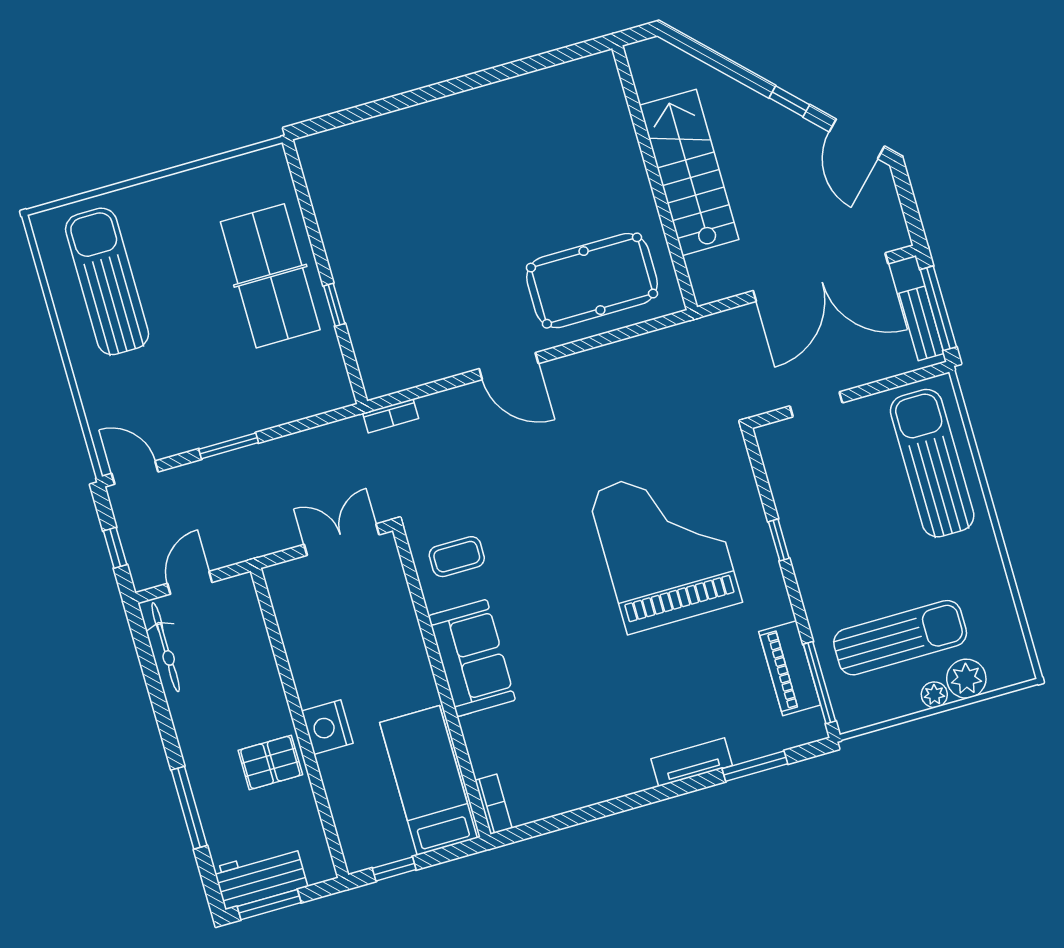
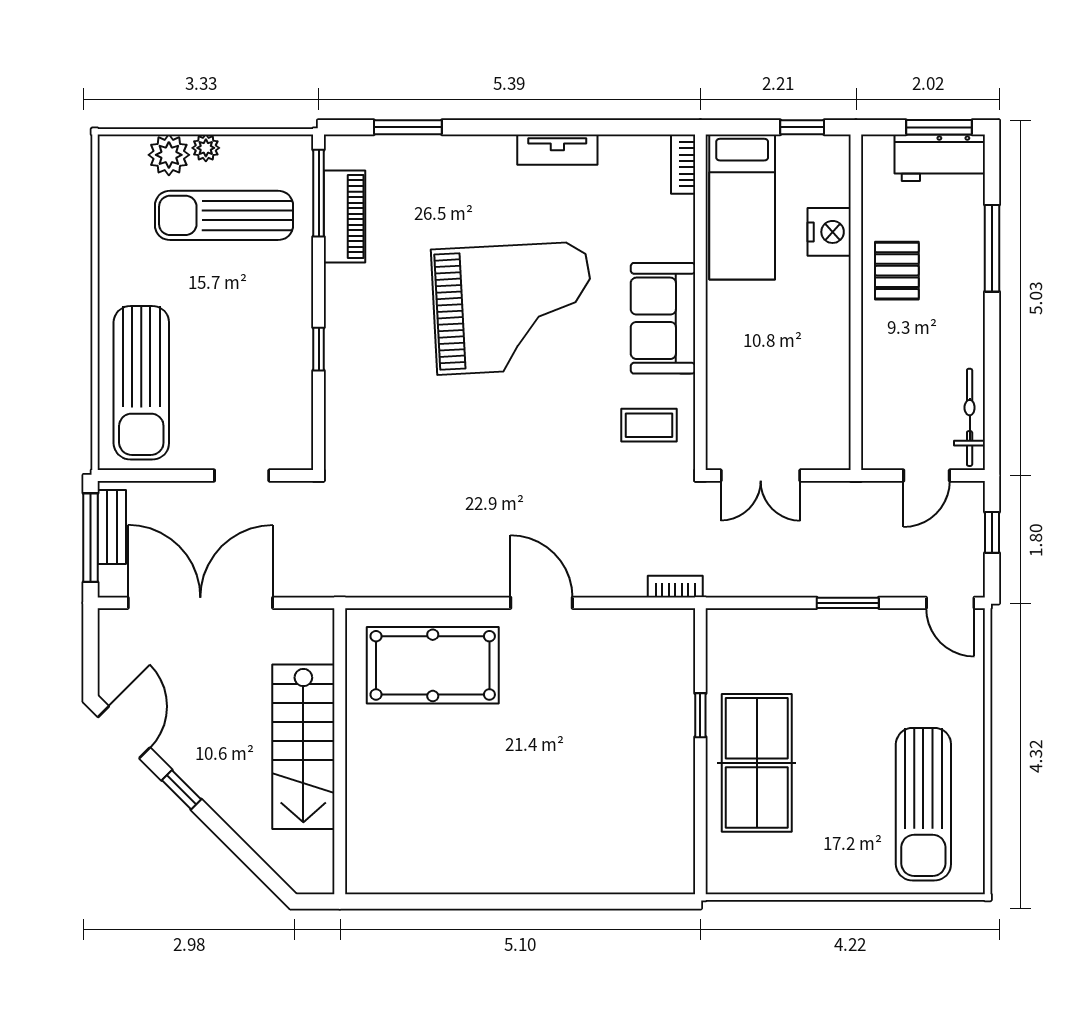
grand piano: (665, 547) -> (513, 308), moved, turned -93
nightstand: (327, 727) -> (829, 232), moved
tv unit: (692, 762) -> (557, 150), moved
pallet: (270, 763) -> (897, 271), turned 90

